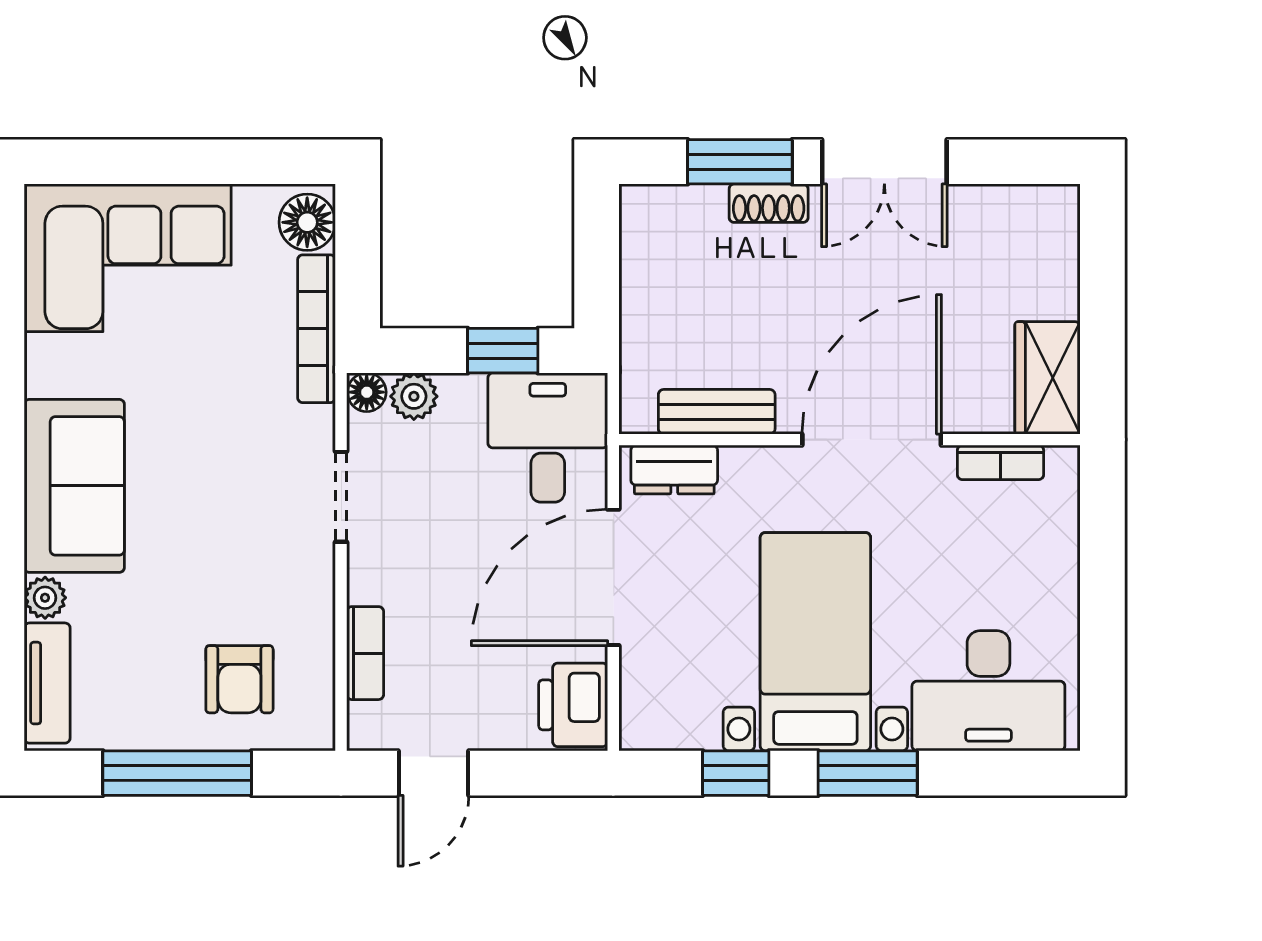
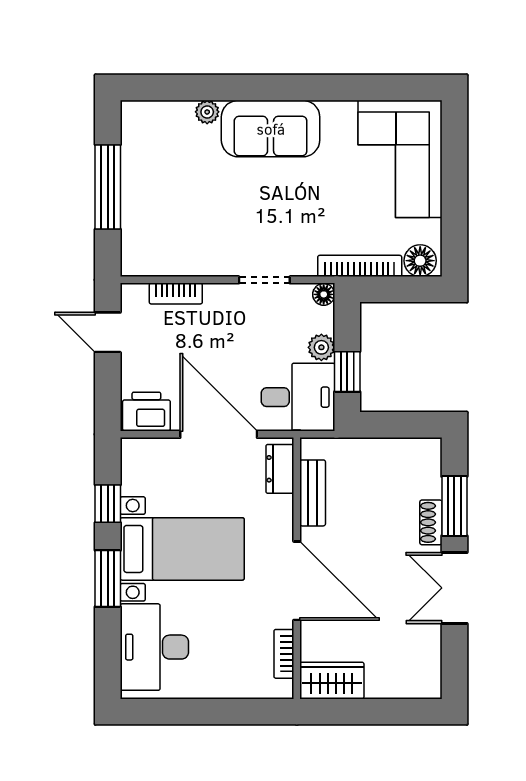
plant: (414, 396) -> (321, 347), moved
armchair: (239, 679) -> (161, 222), removed
tv unit: (47, 683) -> (159, 113), removed

